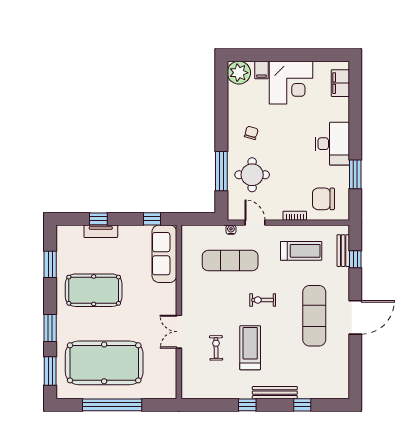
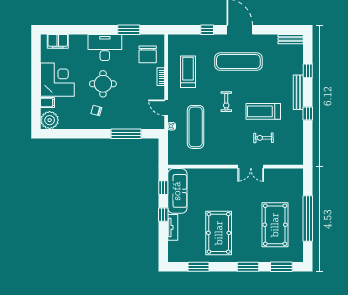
round table: (252, 175) -> (103, 84), moved
window: (98, 219) -> (163, 215), moved
door: (255, 223) -> (166, 108), hinge flipped
bench: (343, 251) -> (291, 39), moved
sofa: (164, 254) -> (177, 191), moved, turned -90
window: (355, 259) -> (207, 30), moved
pool table: (104, 363) -> (275, 225), width x0.73, depth x0.76

